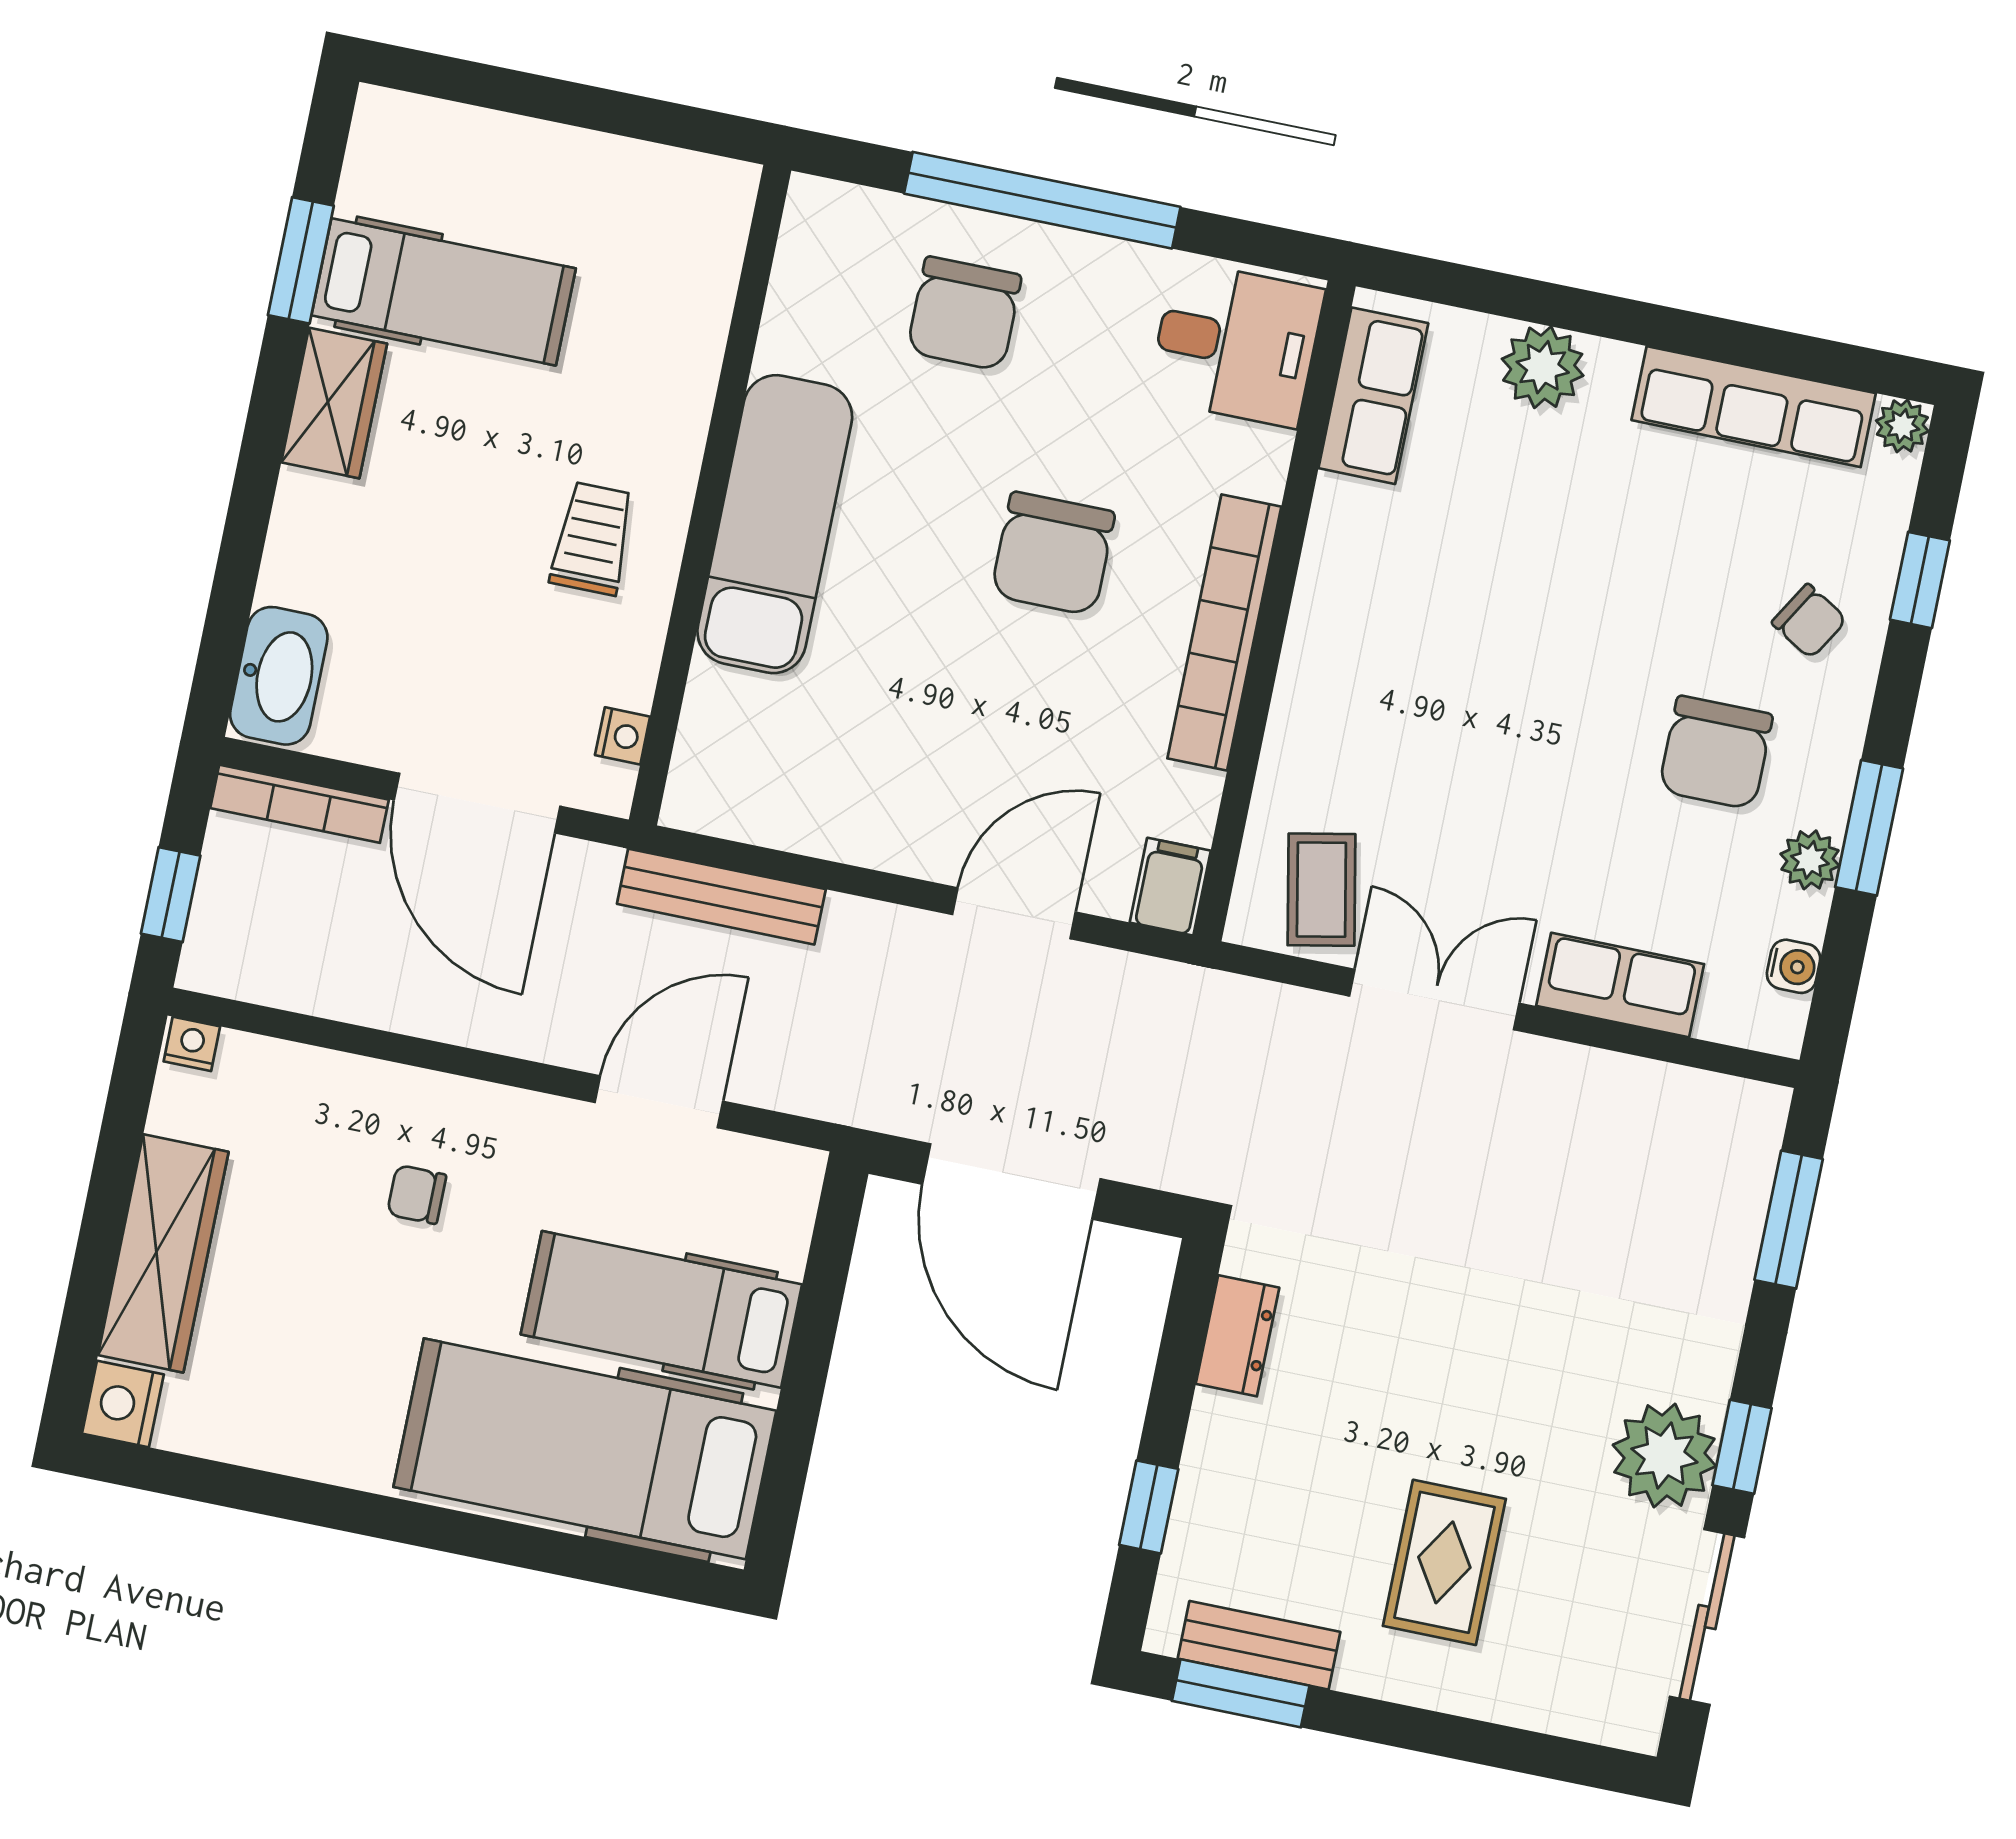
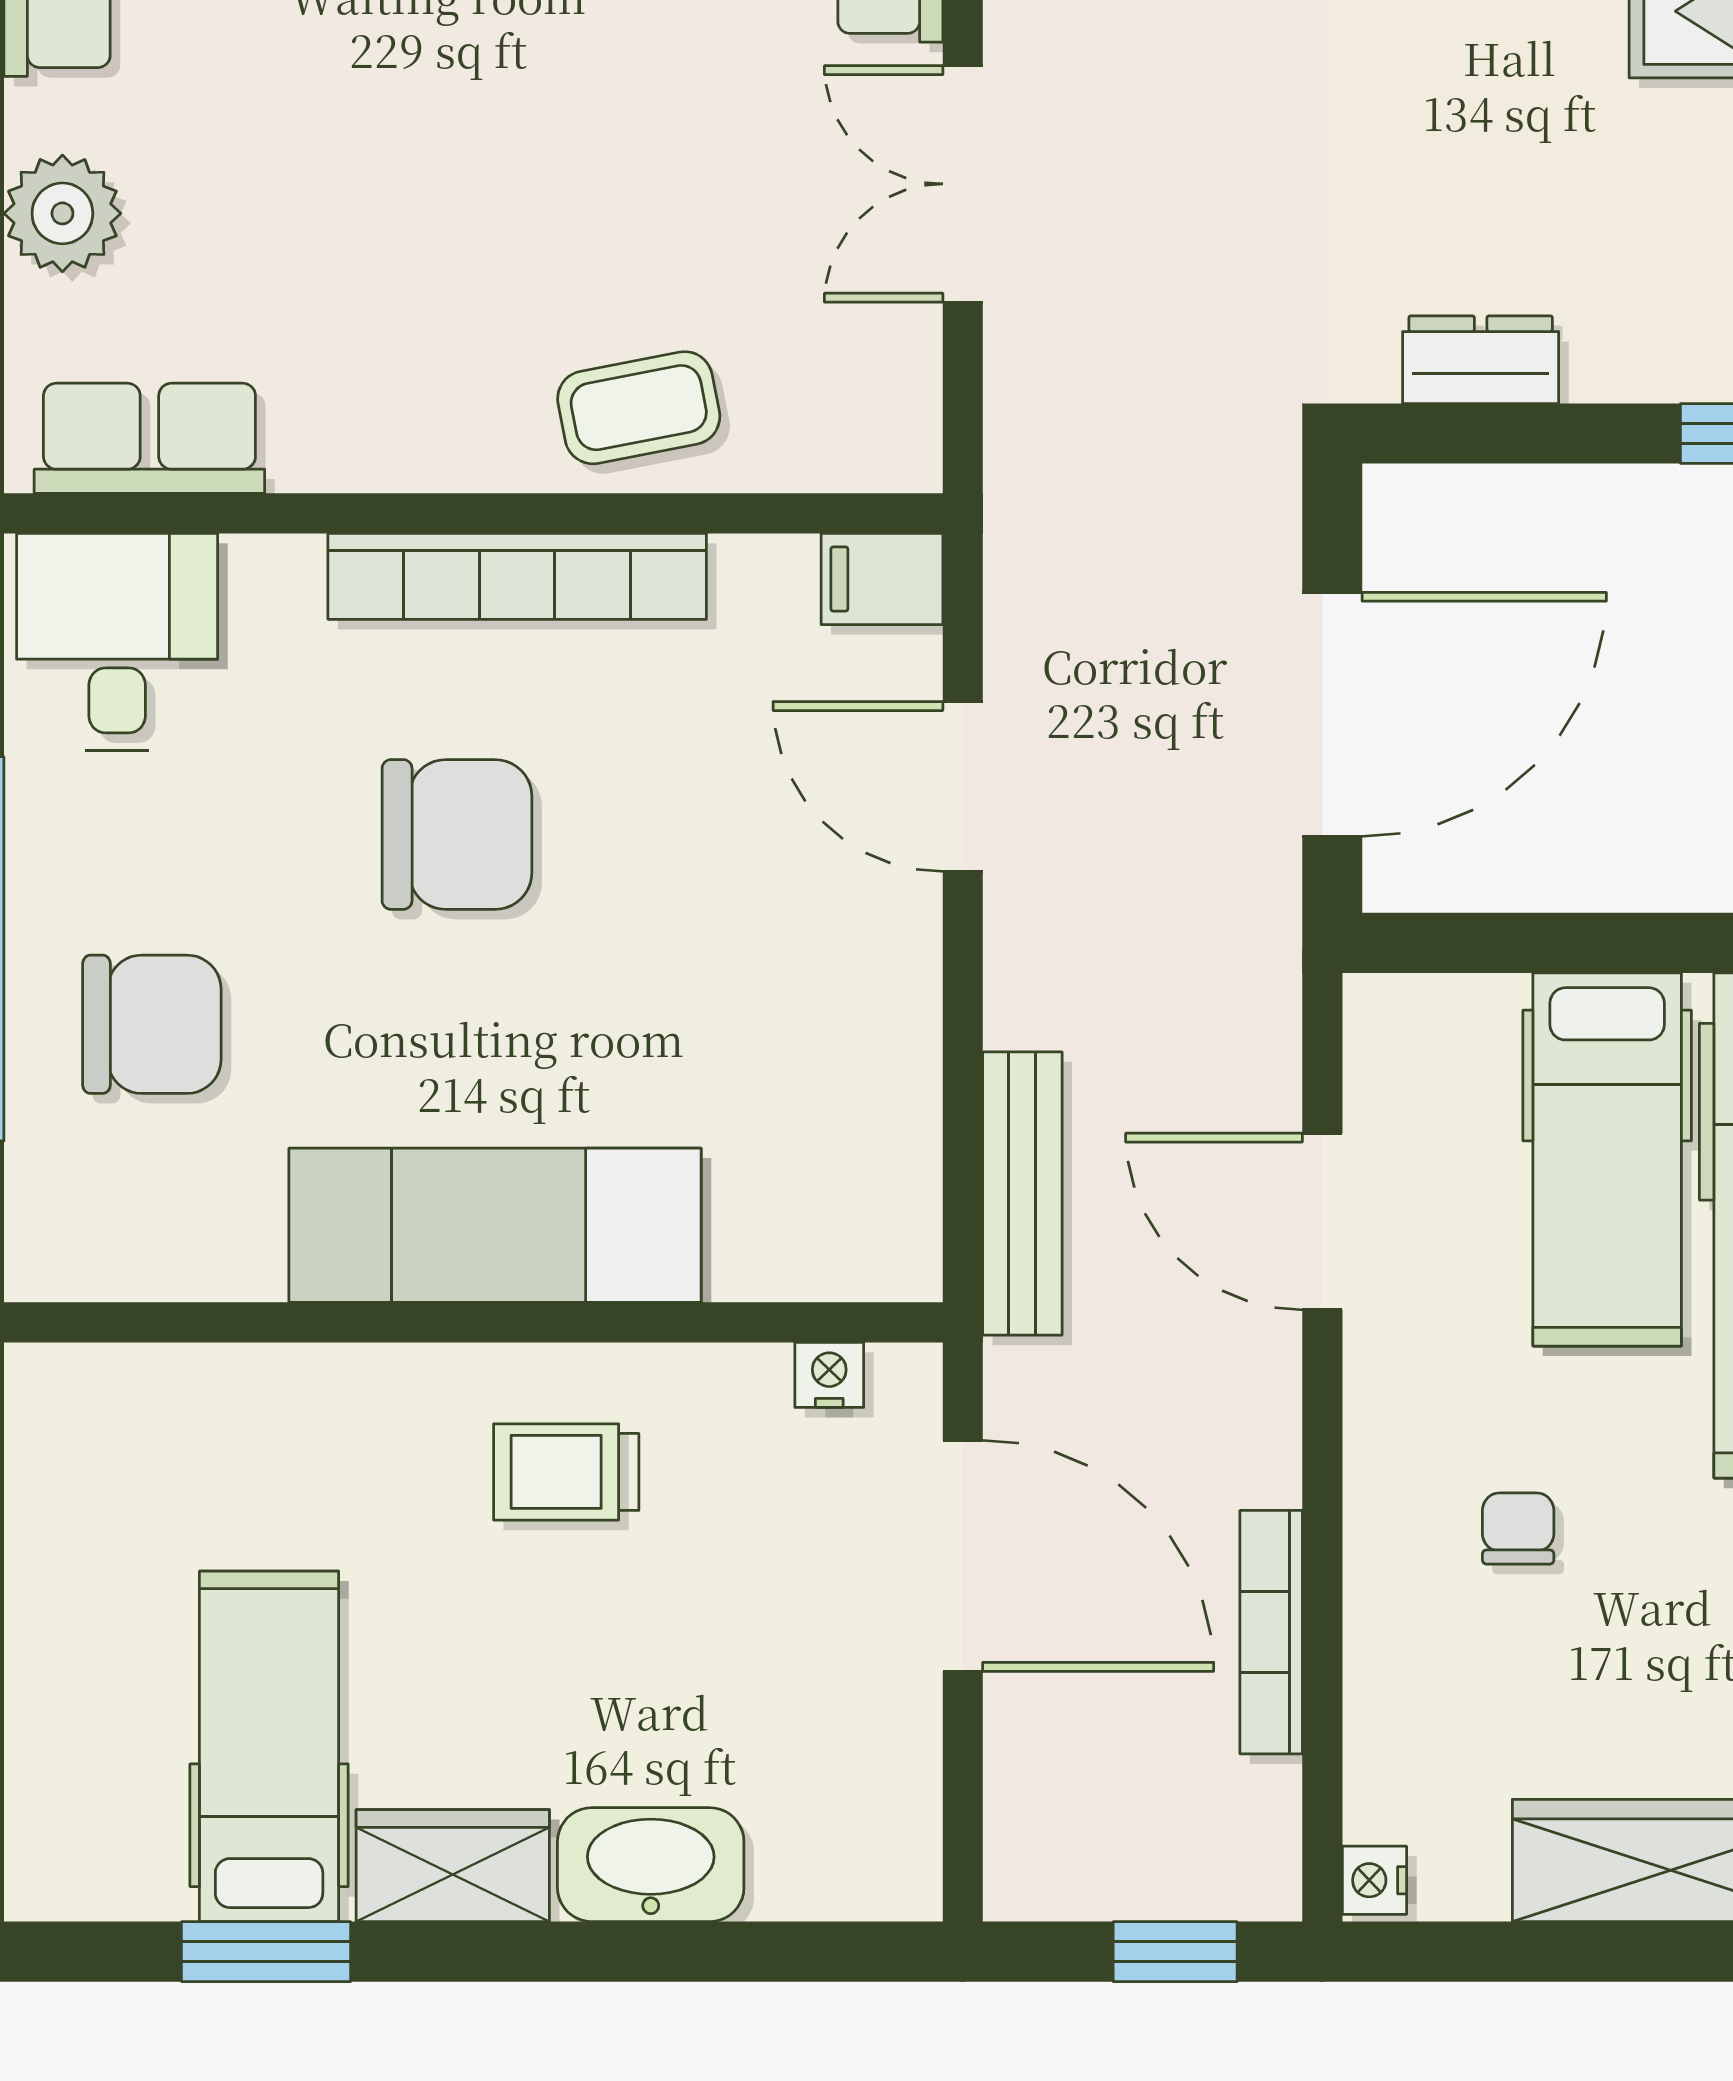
washbasin: (279, 676) -> (651, 1865), moved
door: (477, 803) -> (963, 1556), hinge flipped
bookcase: (300, 804) -> (1271, 1632), moved, turned 180
coffee table: (1321, 890) -> (639, 408), moved
chair: (417, 1194) -> (1518, 1528), turned 180

